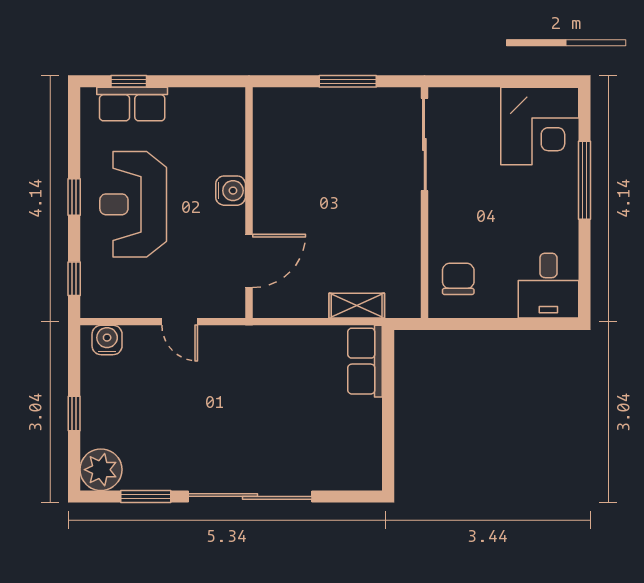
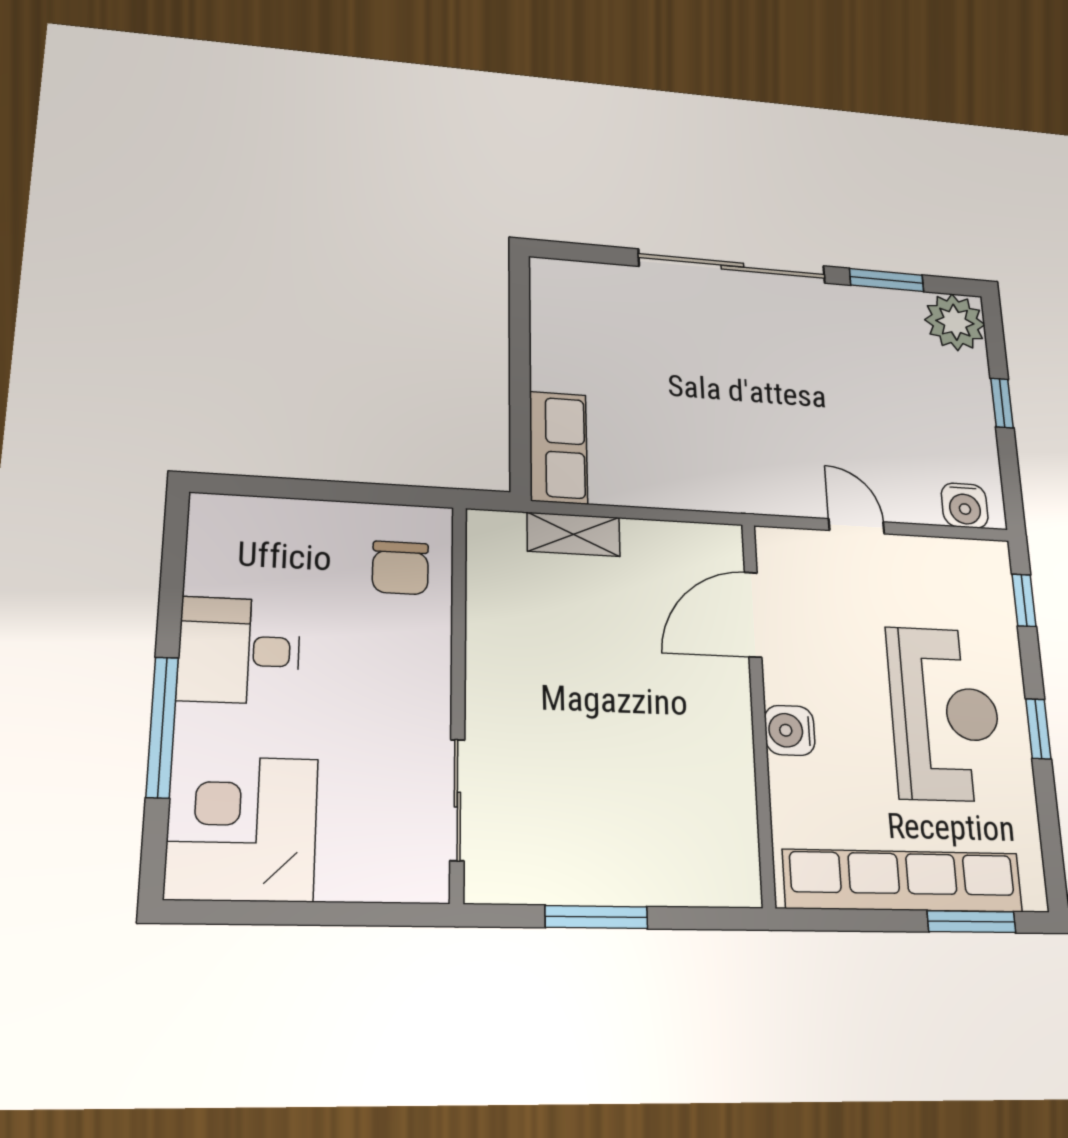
window: (129, 81) -> (971, 922), width x1.50
row of seats: (132, 104) -> (903, 881), width x2.02
sliding door: (424, 145) -> (457, 800), width x0.73
desk: (548, 286) -> (239, 650), moved, turned -90

